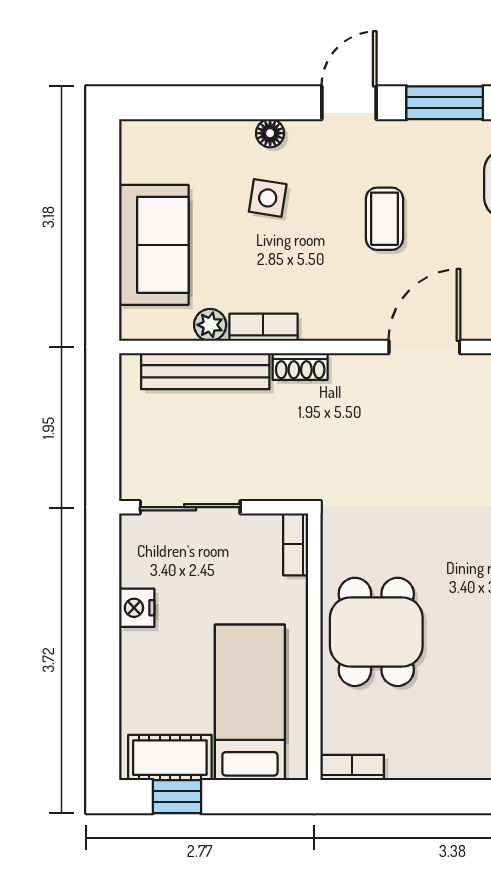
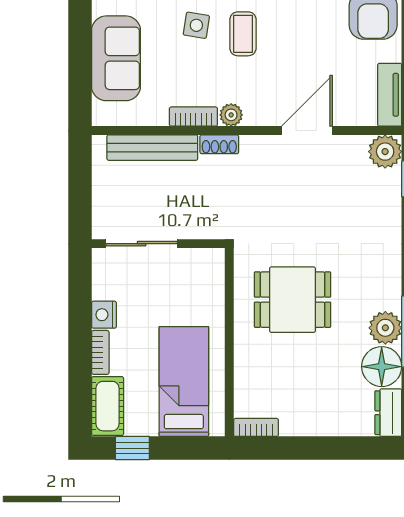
coffee table: (384, 219) -> (243, 34), moved
plant: (210, 325) -> (231, 115), moved
bookcase: (296, 544) -> (100, 352), moved, turned 180
dining table: (376, 632) -> (293, 300), moved, turned 90
cot: (170, 758) -> (108, 406), moved, turned 90

